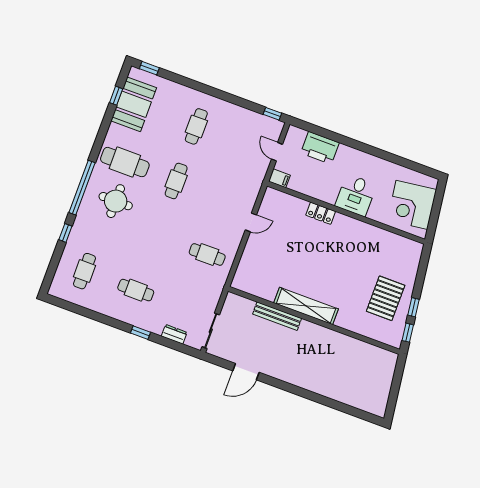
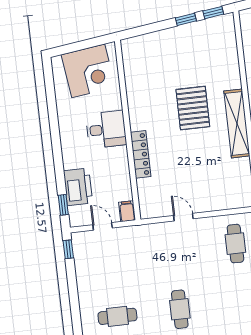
window: (311, 128) -> (63, 205), added
door: (277, 152) -> (103, 226), swing flipped
cafe table: (176, 181) -> (180, 309), turned 90
locker: (321, 213) -> (141, 154), width x1.53
pallet: (386, 298) -> (193, 108), moved, turned 90

